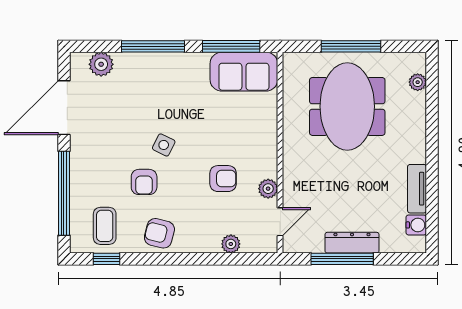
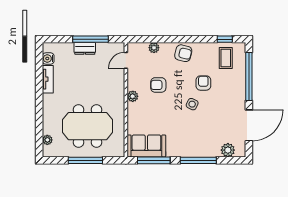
meeting table: (347, 106) -> (88, 126), turned 90
plant: (268, 189) -> (133, 96), moved
armchair: (159, 233) -> (183, 53), moved
dresser: (352, 243) -> (85, 48), width x0.70

